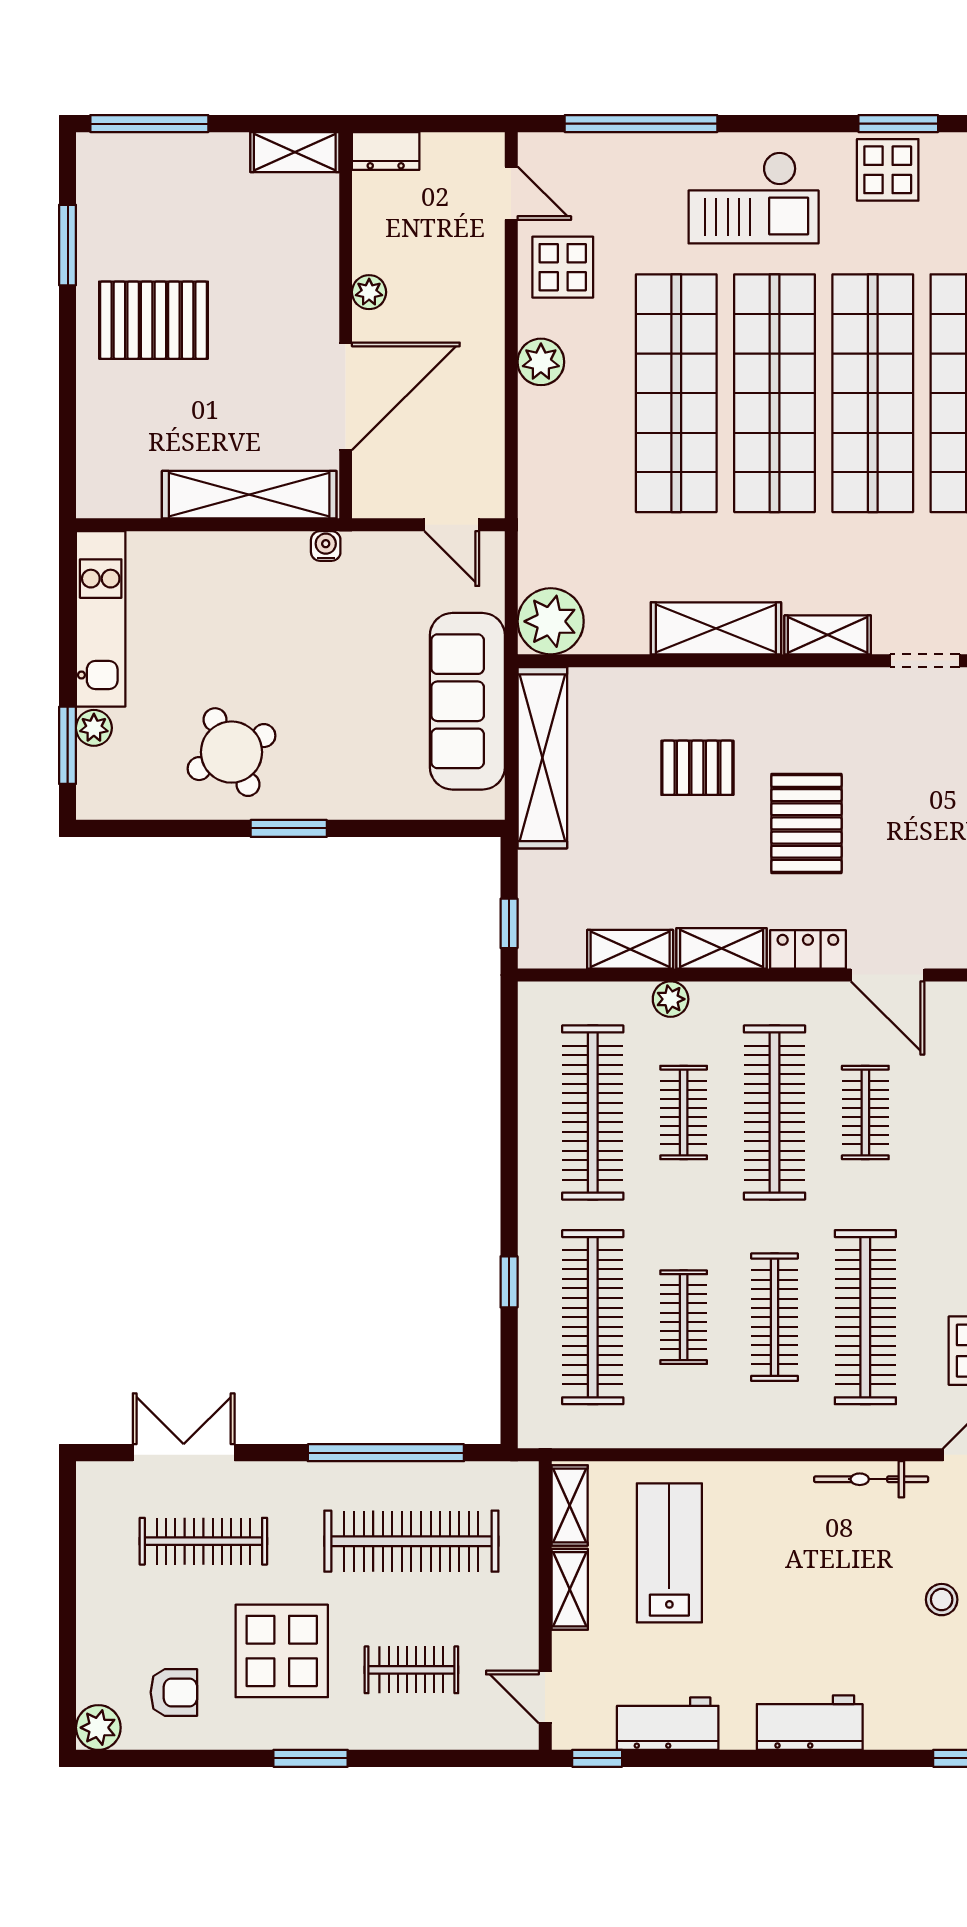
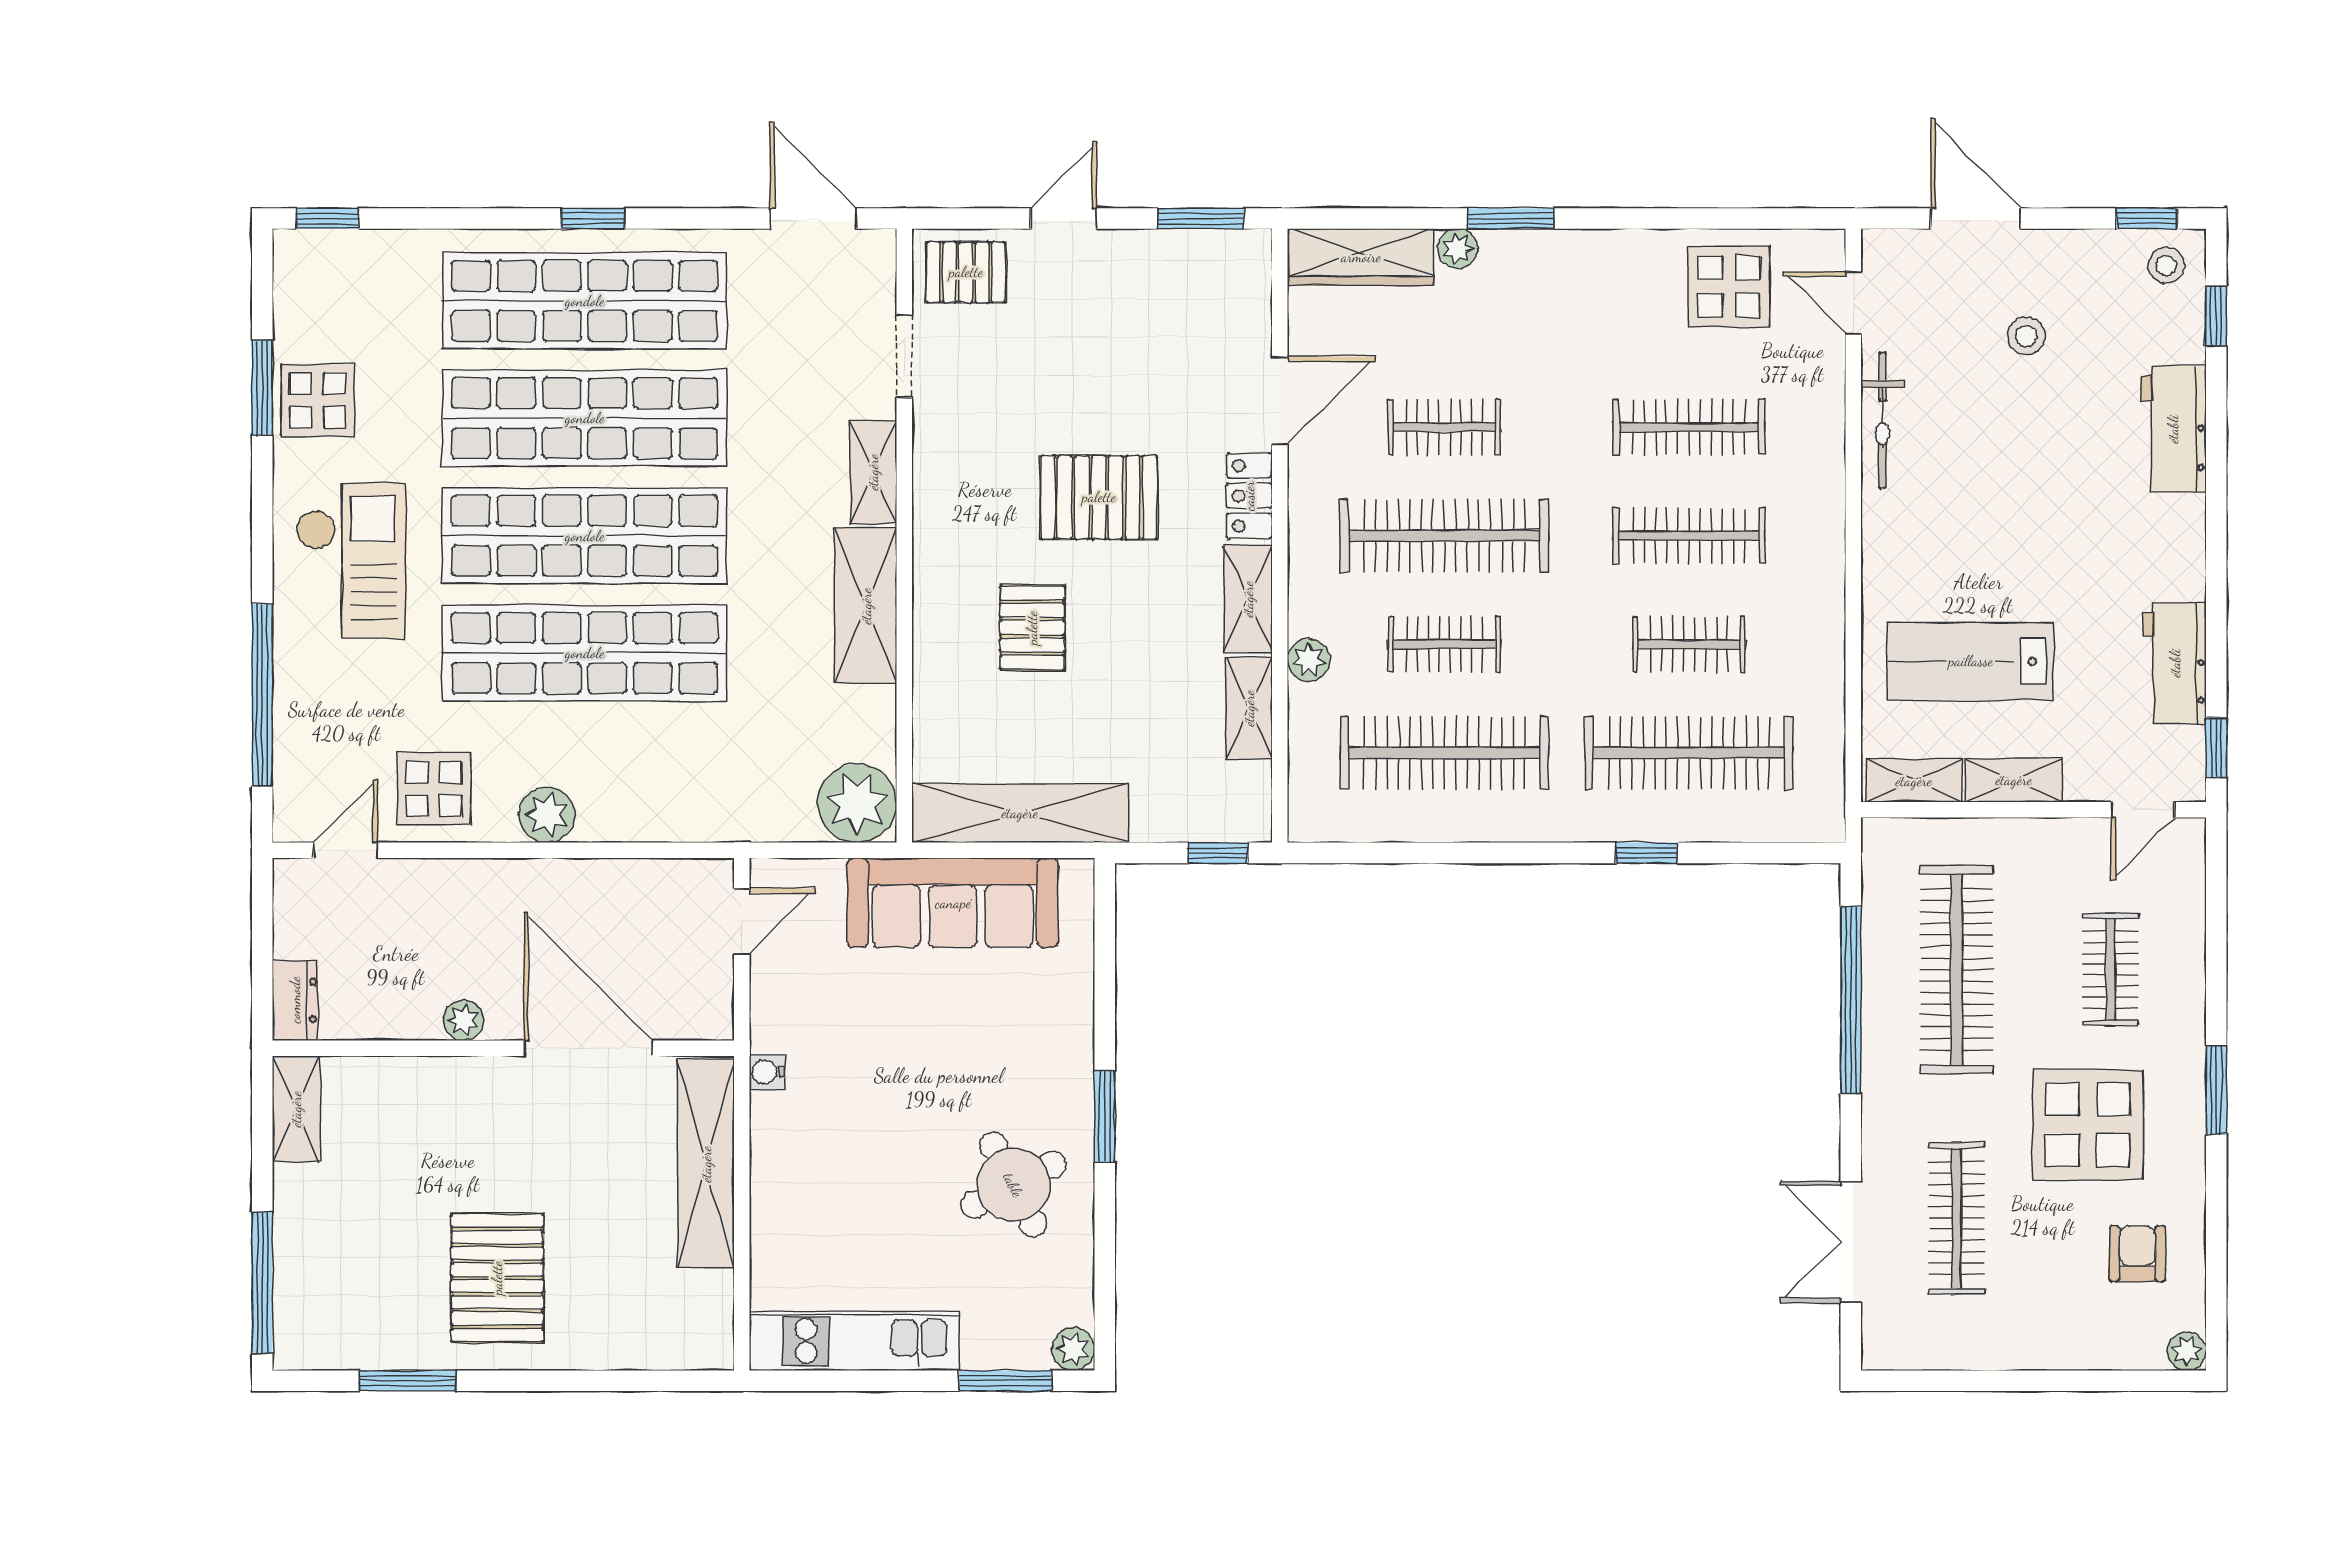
plant: (94, 728) -> (1073, 1349), moved
clothes rail: (865, 1317) -> (1689, 427), width x0.73, depth x0.76
workbench: (810, 1723) -> (2173, 429), moved
plant: (98, 1728) -> (2187, 1351), width x0.73, depth x0.73

